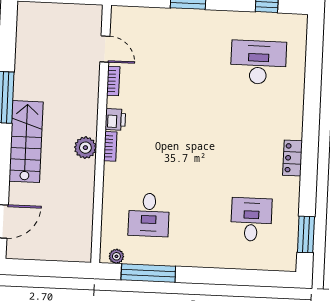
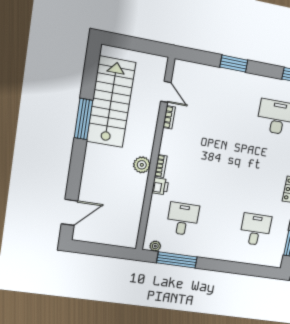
printer: (115, 119) -> (160, 186), moved
stairs: (26, 142) -> (111, 102), moved, width x1.36, depth x1.51
desk: (149, 215) -> (183, 219), turned 180

